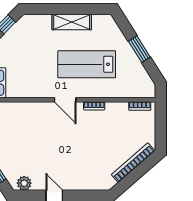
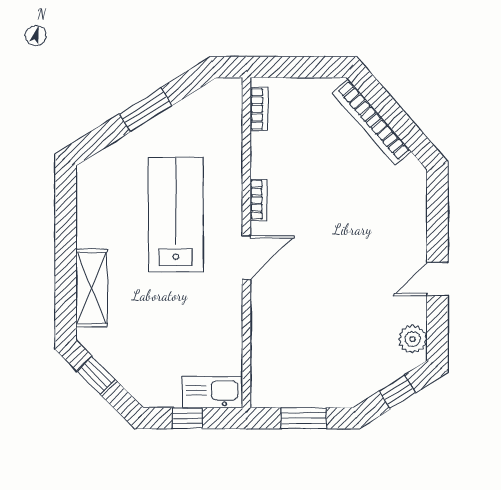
shelving: (72, 22) -> (92, 288), moved
lab bench: (87, 64) -> (176, 215), turned 180

